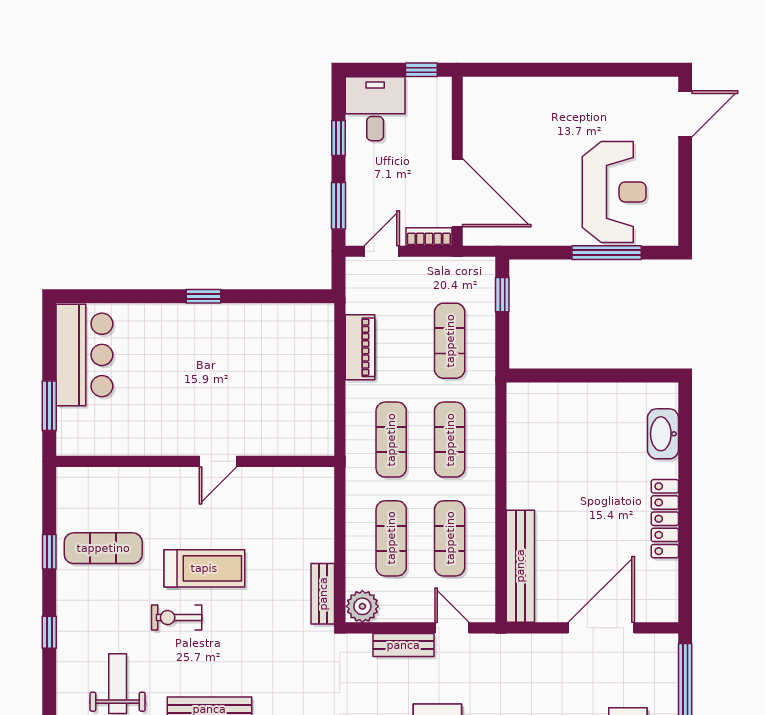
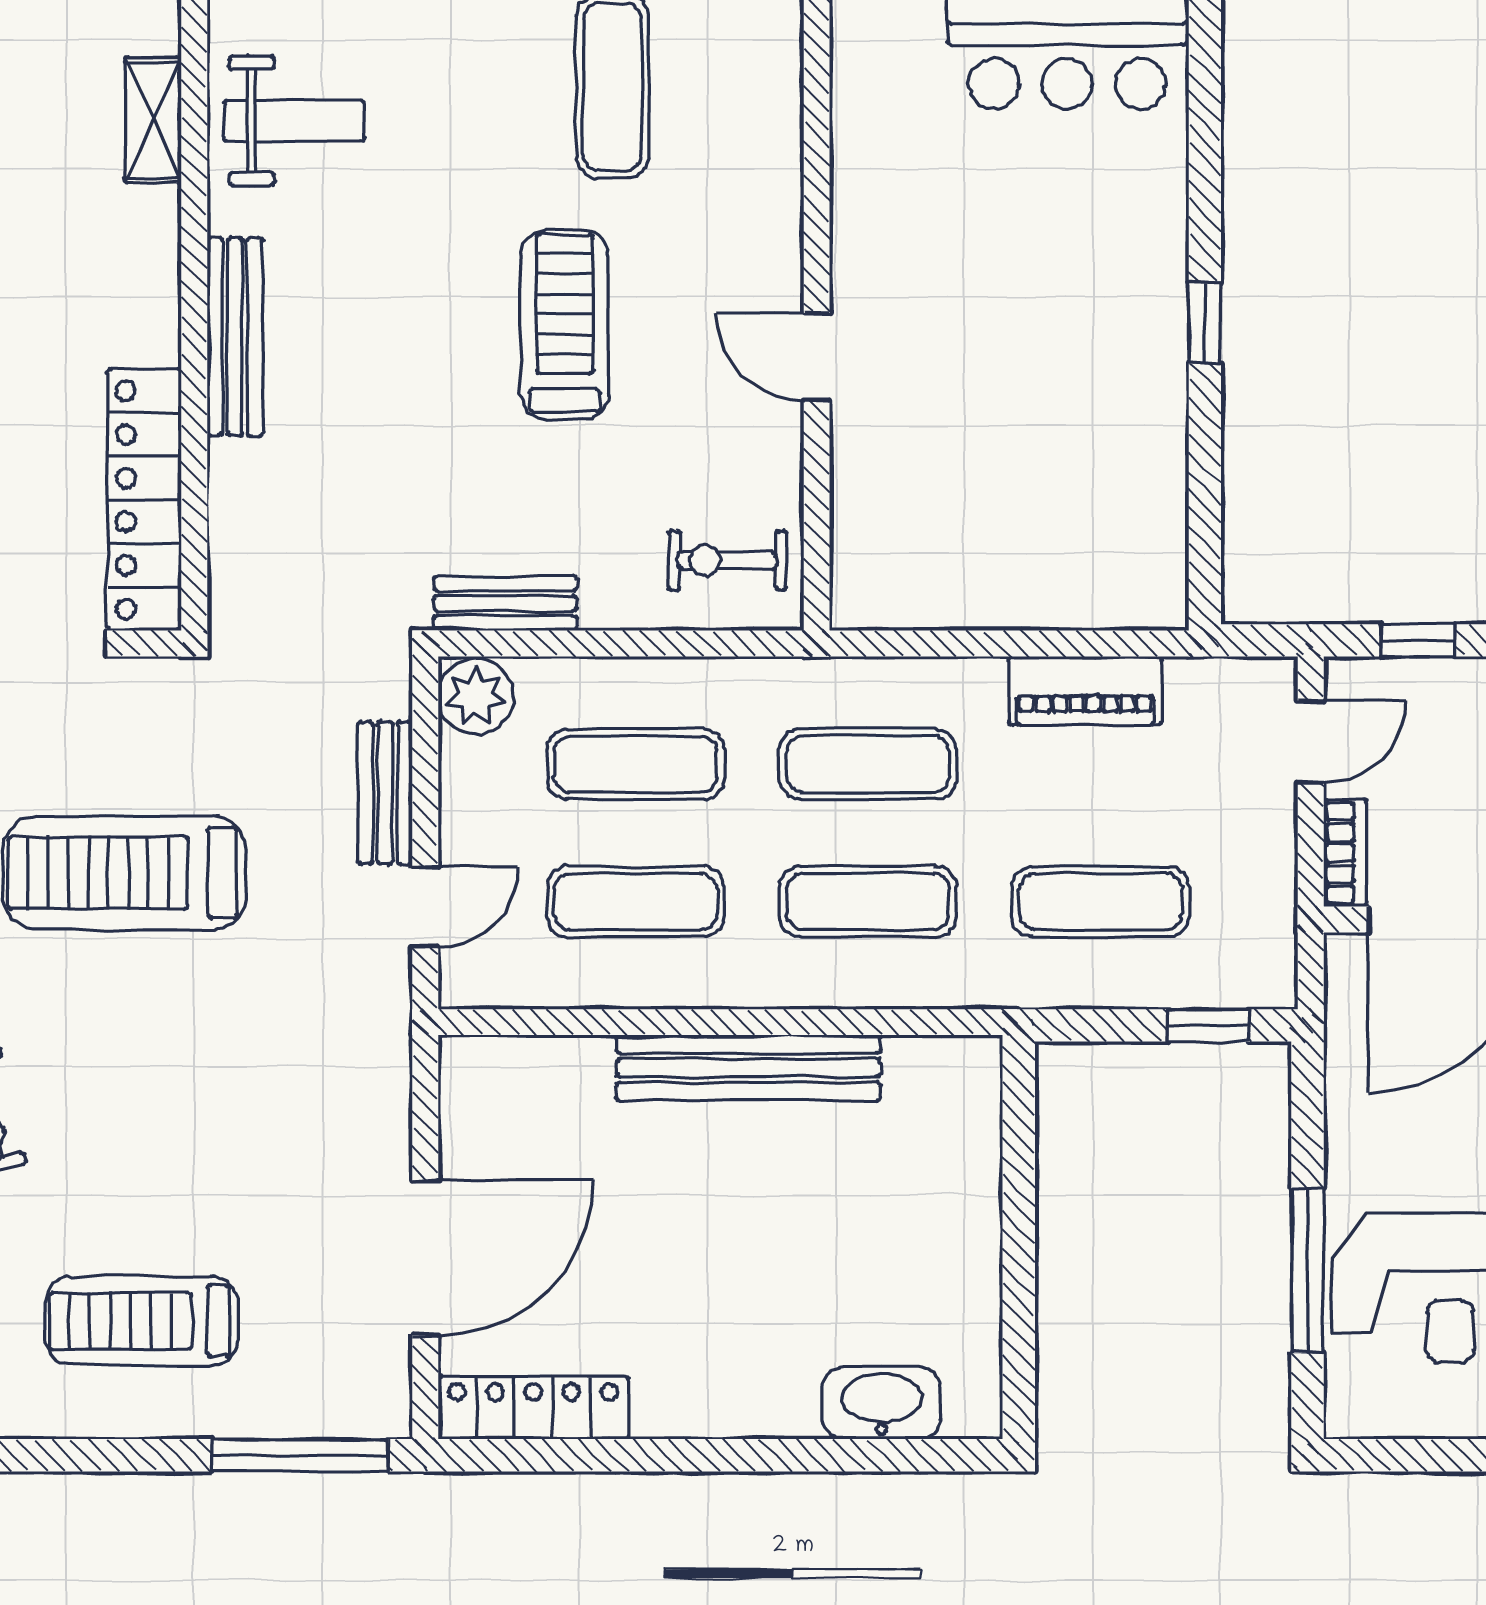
window: (339, 206) -> (1418, 640), width x0.67
door: (382, 251) -> (1311, 742), hinge flipped
locker: (665, 519) -> (533, 1408), moved
bench: (520, 566) -> (749, 1068), moved
treadmill: (204, 568) -> (565, 325), turned 180
exercise bike: (177, 618) -> (727, 560), moved, turned -90
door: (601, 628) -> (425, 1258), hinge flipped

